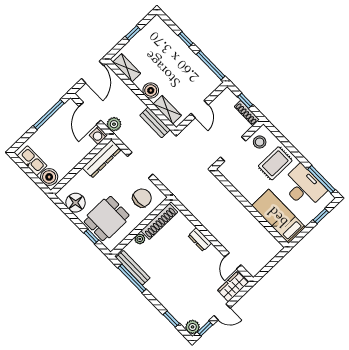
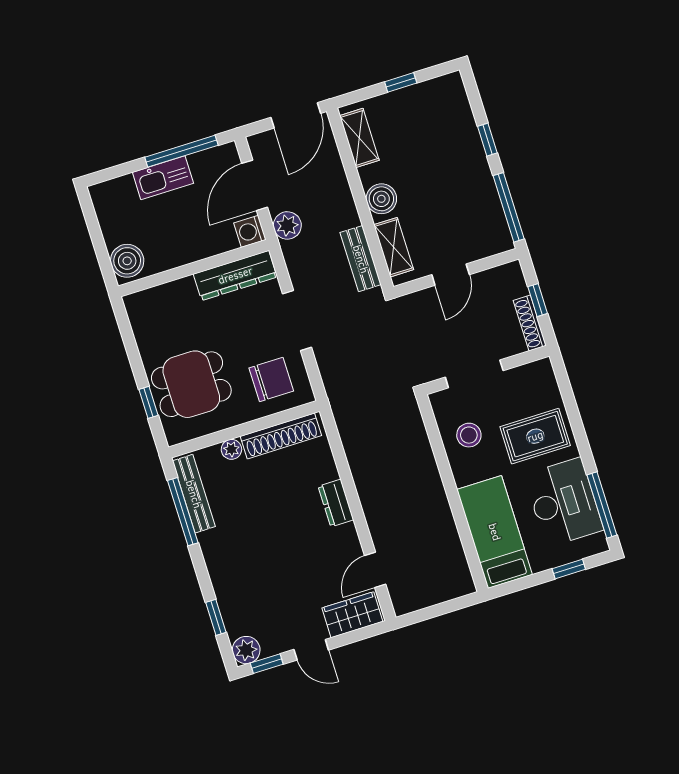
stool: (260, 142) -> (469, 435), moved
kitchen sink: (32, 161) -> (163, 178), moved, turned 90
floor lamp: (76, 203) -> (151, 329), removed

